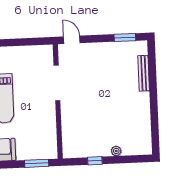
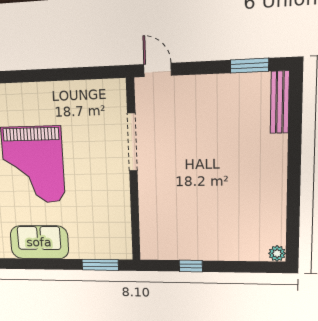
bench: (144, 73) -> (280, 102), moved
plant: (116, 151) -> (277, 253), moved

